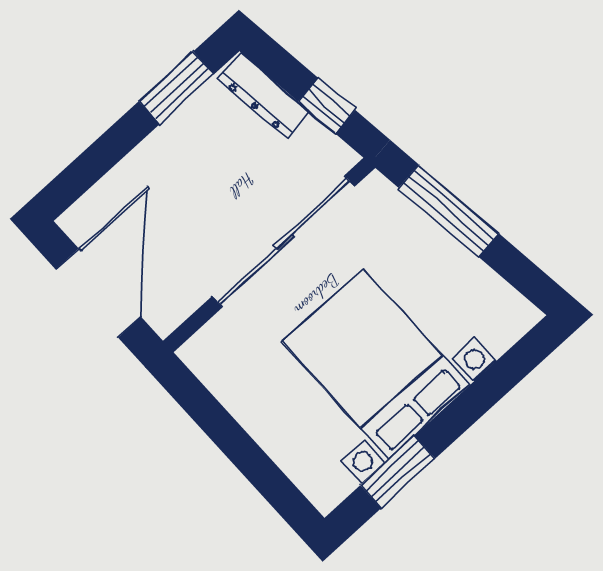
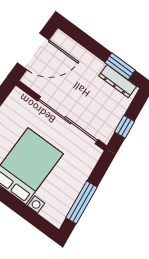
dresser: (263, 95) -> (118, 81), moved, turned -83
window: (449, 211) -> (82, 202), moved

